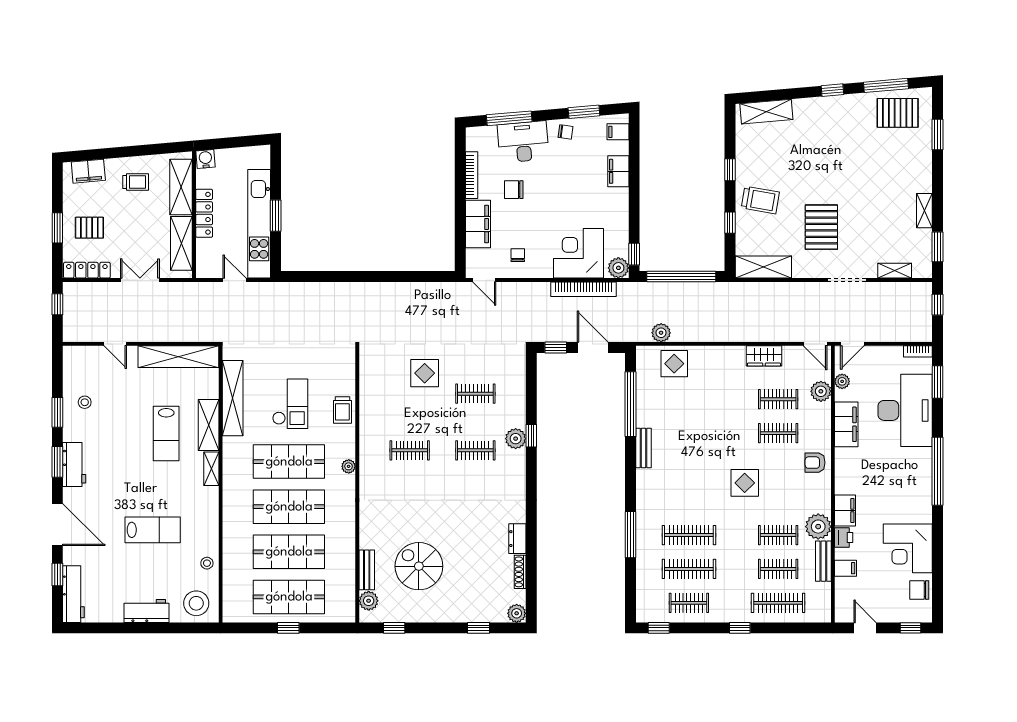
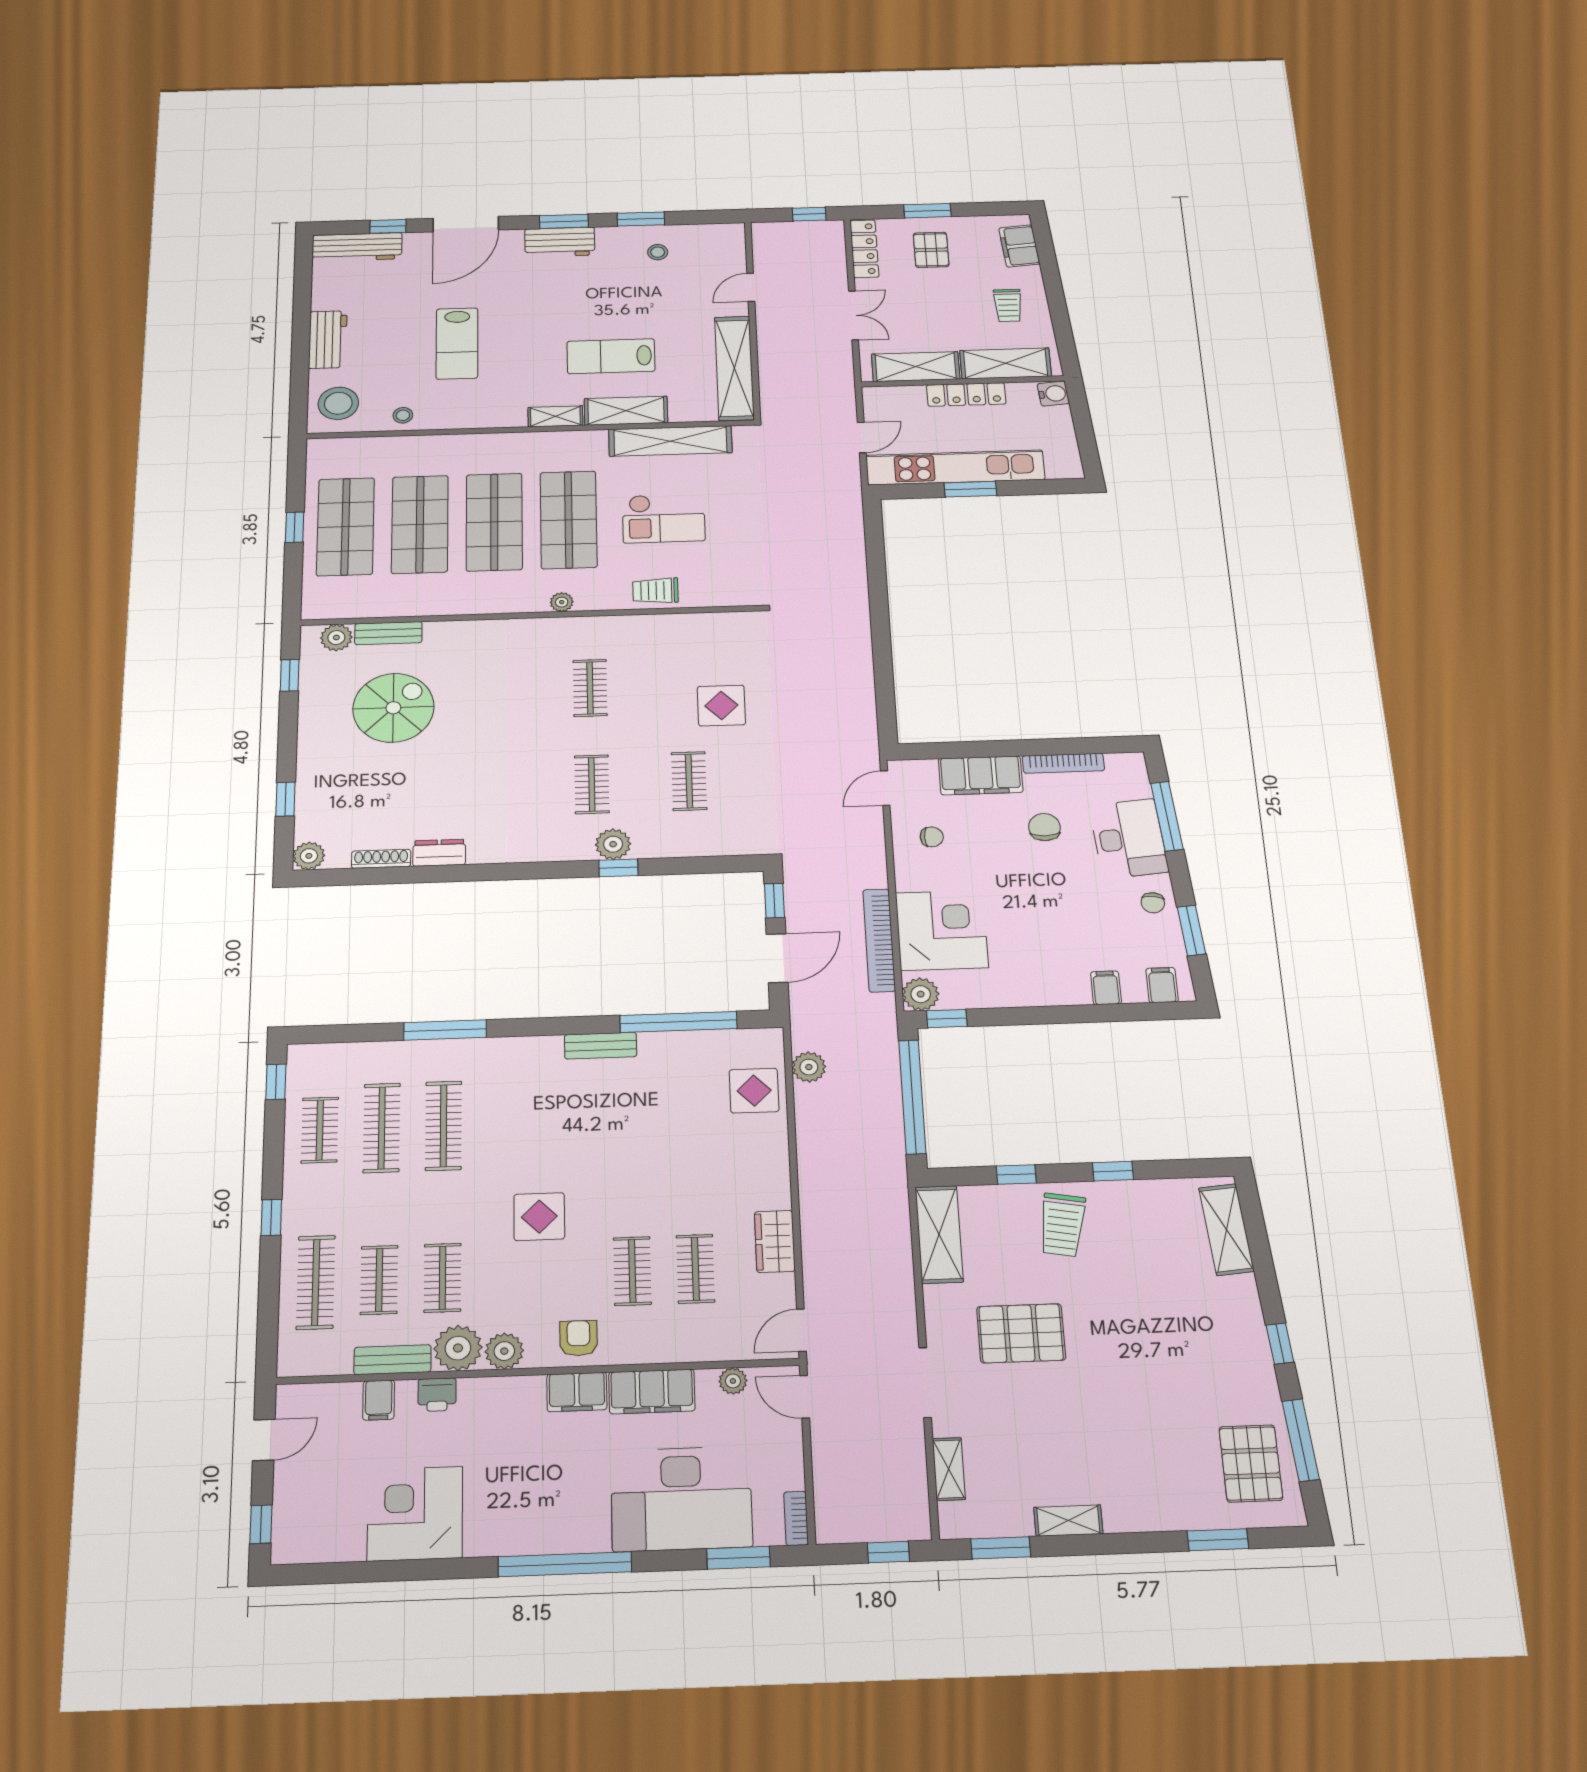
filing cabinet: (618, 171) -> (1106, 988), width x0.50
plant: (821, 391) -> (504, 1351), moved
filing cabinet: (845, 510) -> (577, 1392), moved
chair: (919, 590) -> (334, 1538), removed

